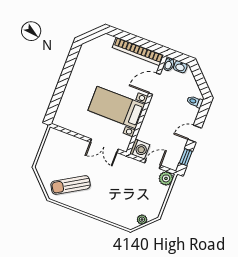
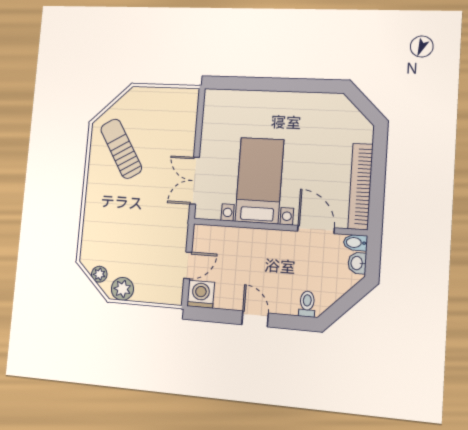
washing machine: (140, 149) -> (201, 294), moved, turned 180
window: (186, 157) -> (214, 315), removed
door: (153, 164) -> (188, 265), hinge flipped
plant: (166, 178) -> (122, 289), moved

